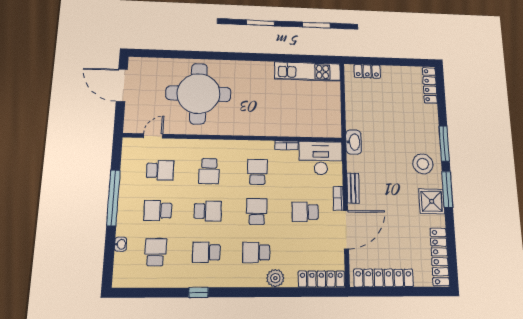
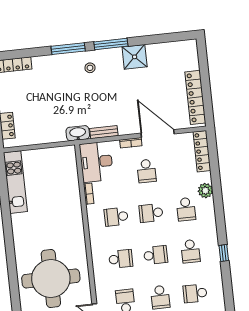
stool: (423, 164) -> (90, 68), width x0.53, depth x0.53
bench: (353, 188) -> (104, 132), moved
shower: (432, 201) -> (135, 57), moved
school desk: (208, 211) -> (156, 255), turned 90
locker: (440, 257) -> (172, 49), removed

